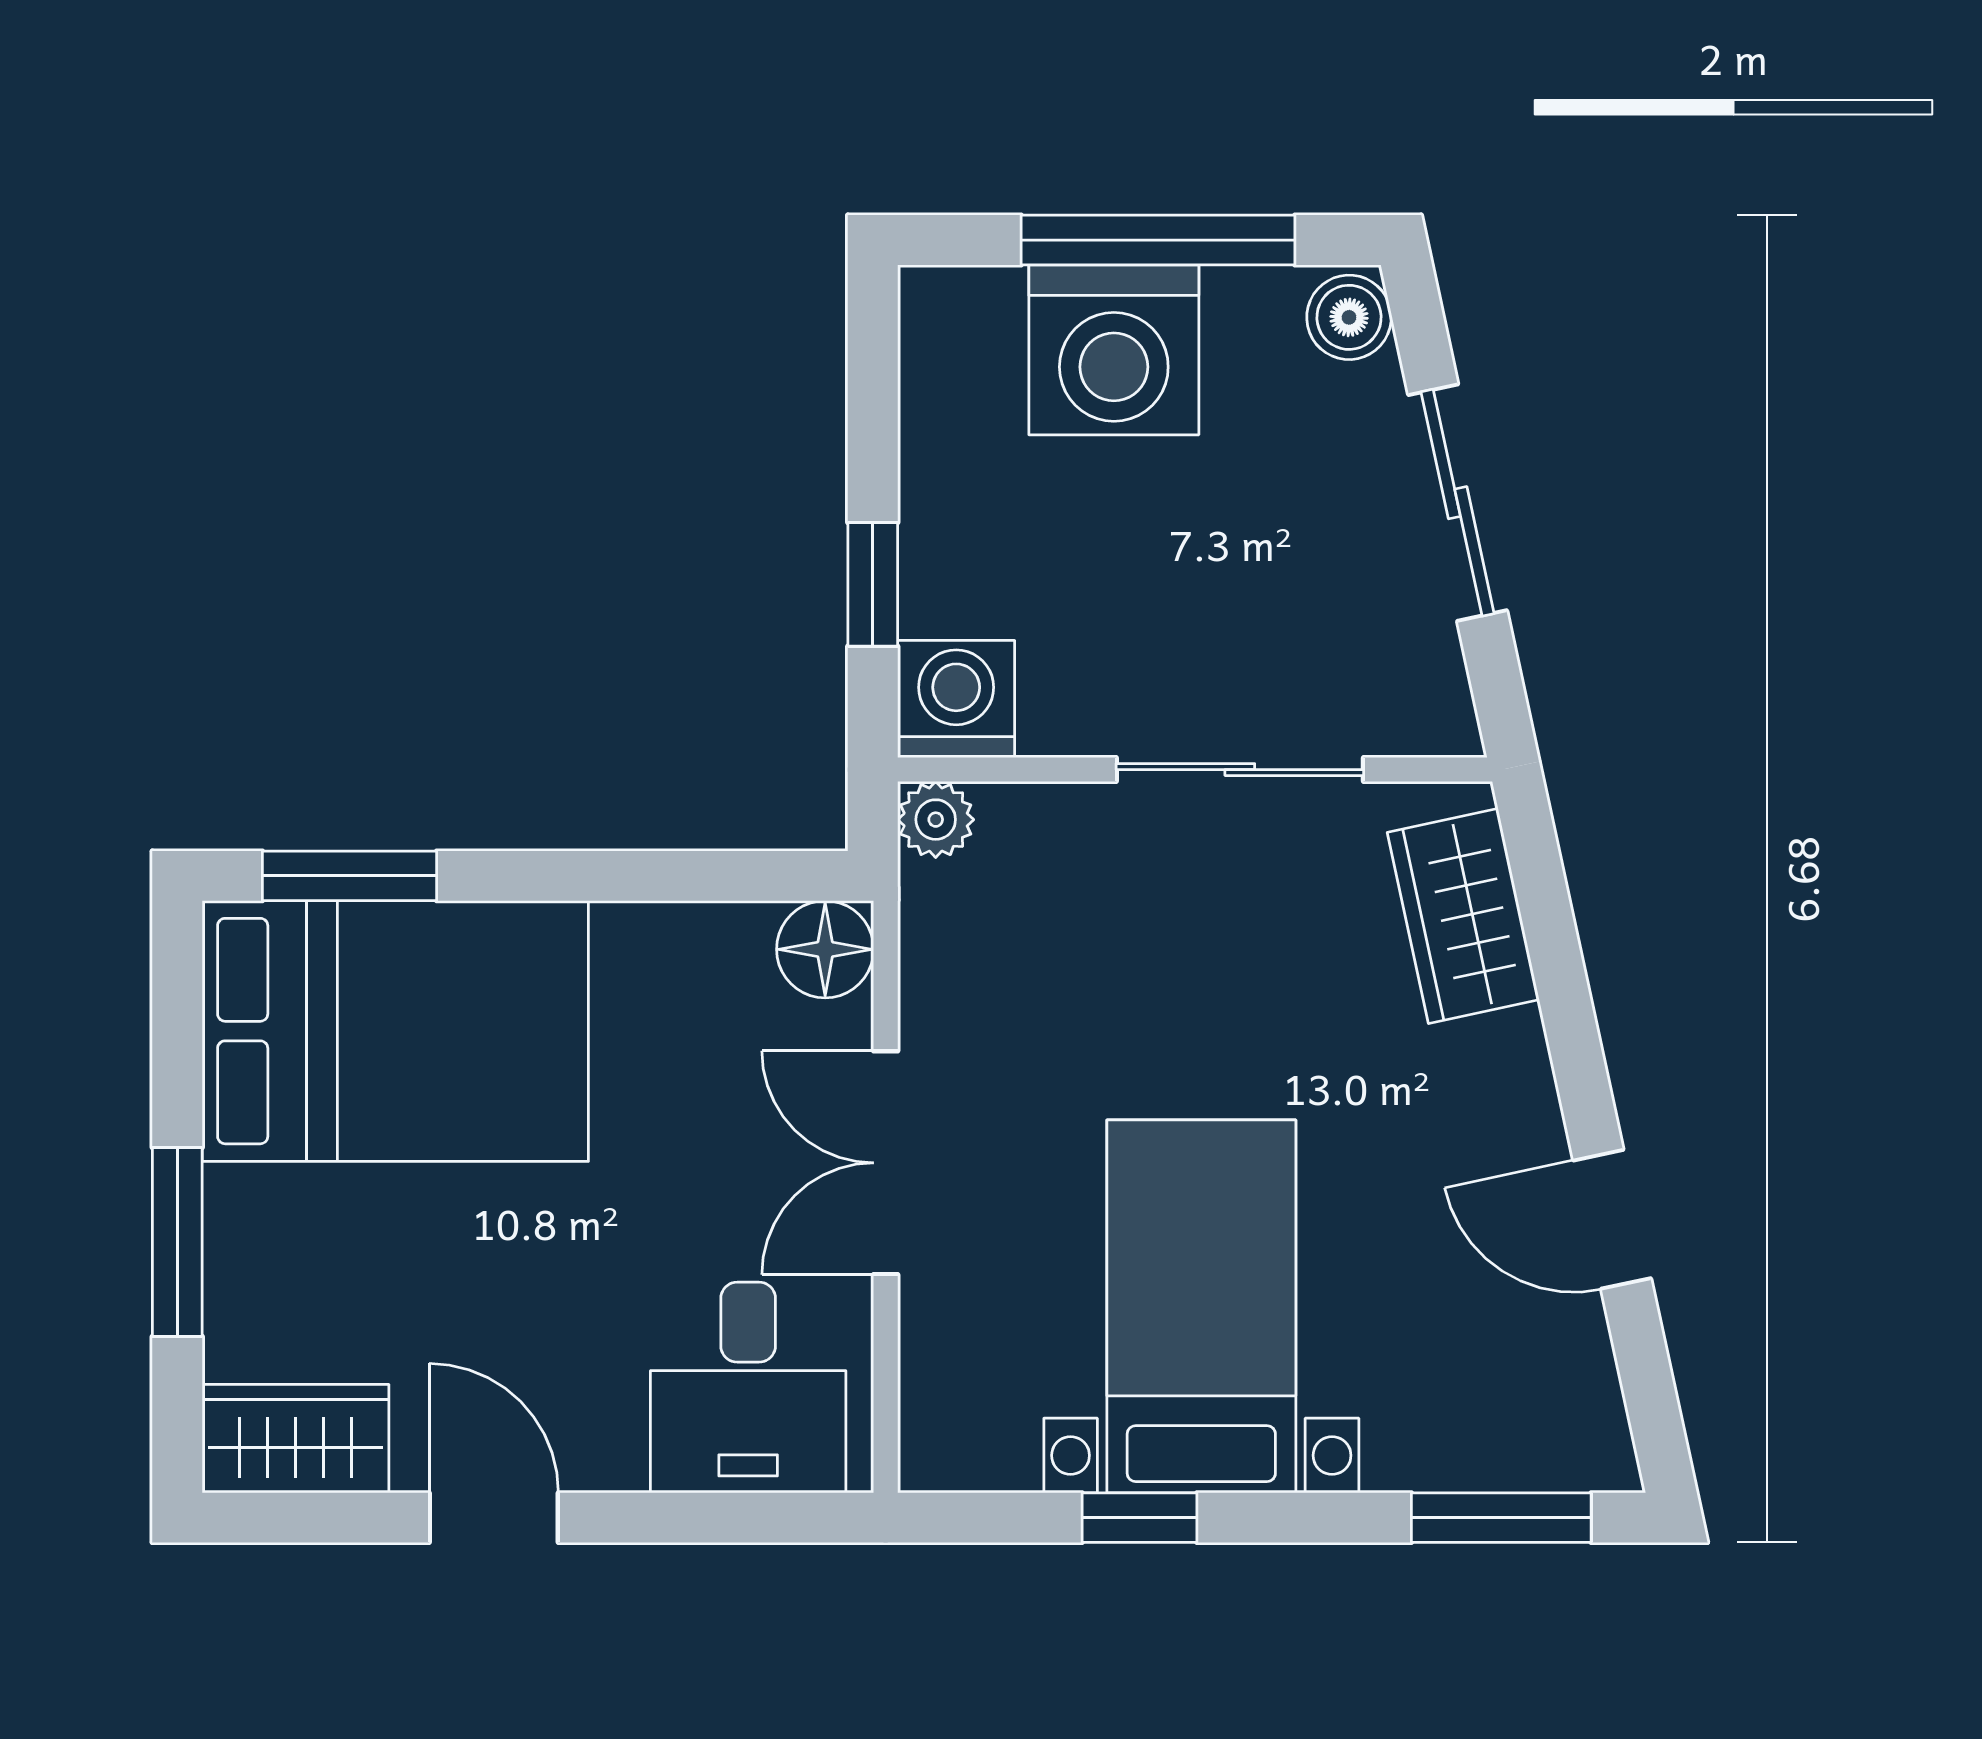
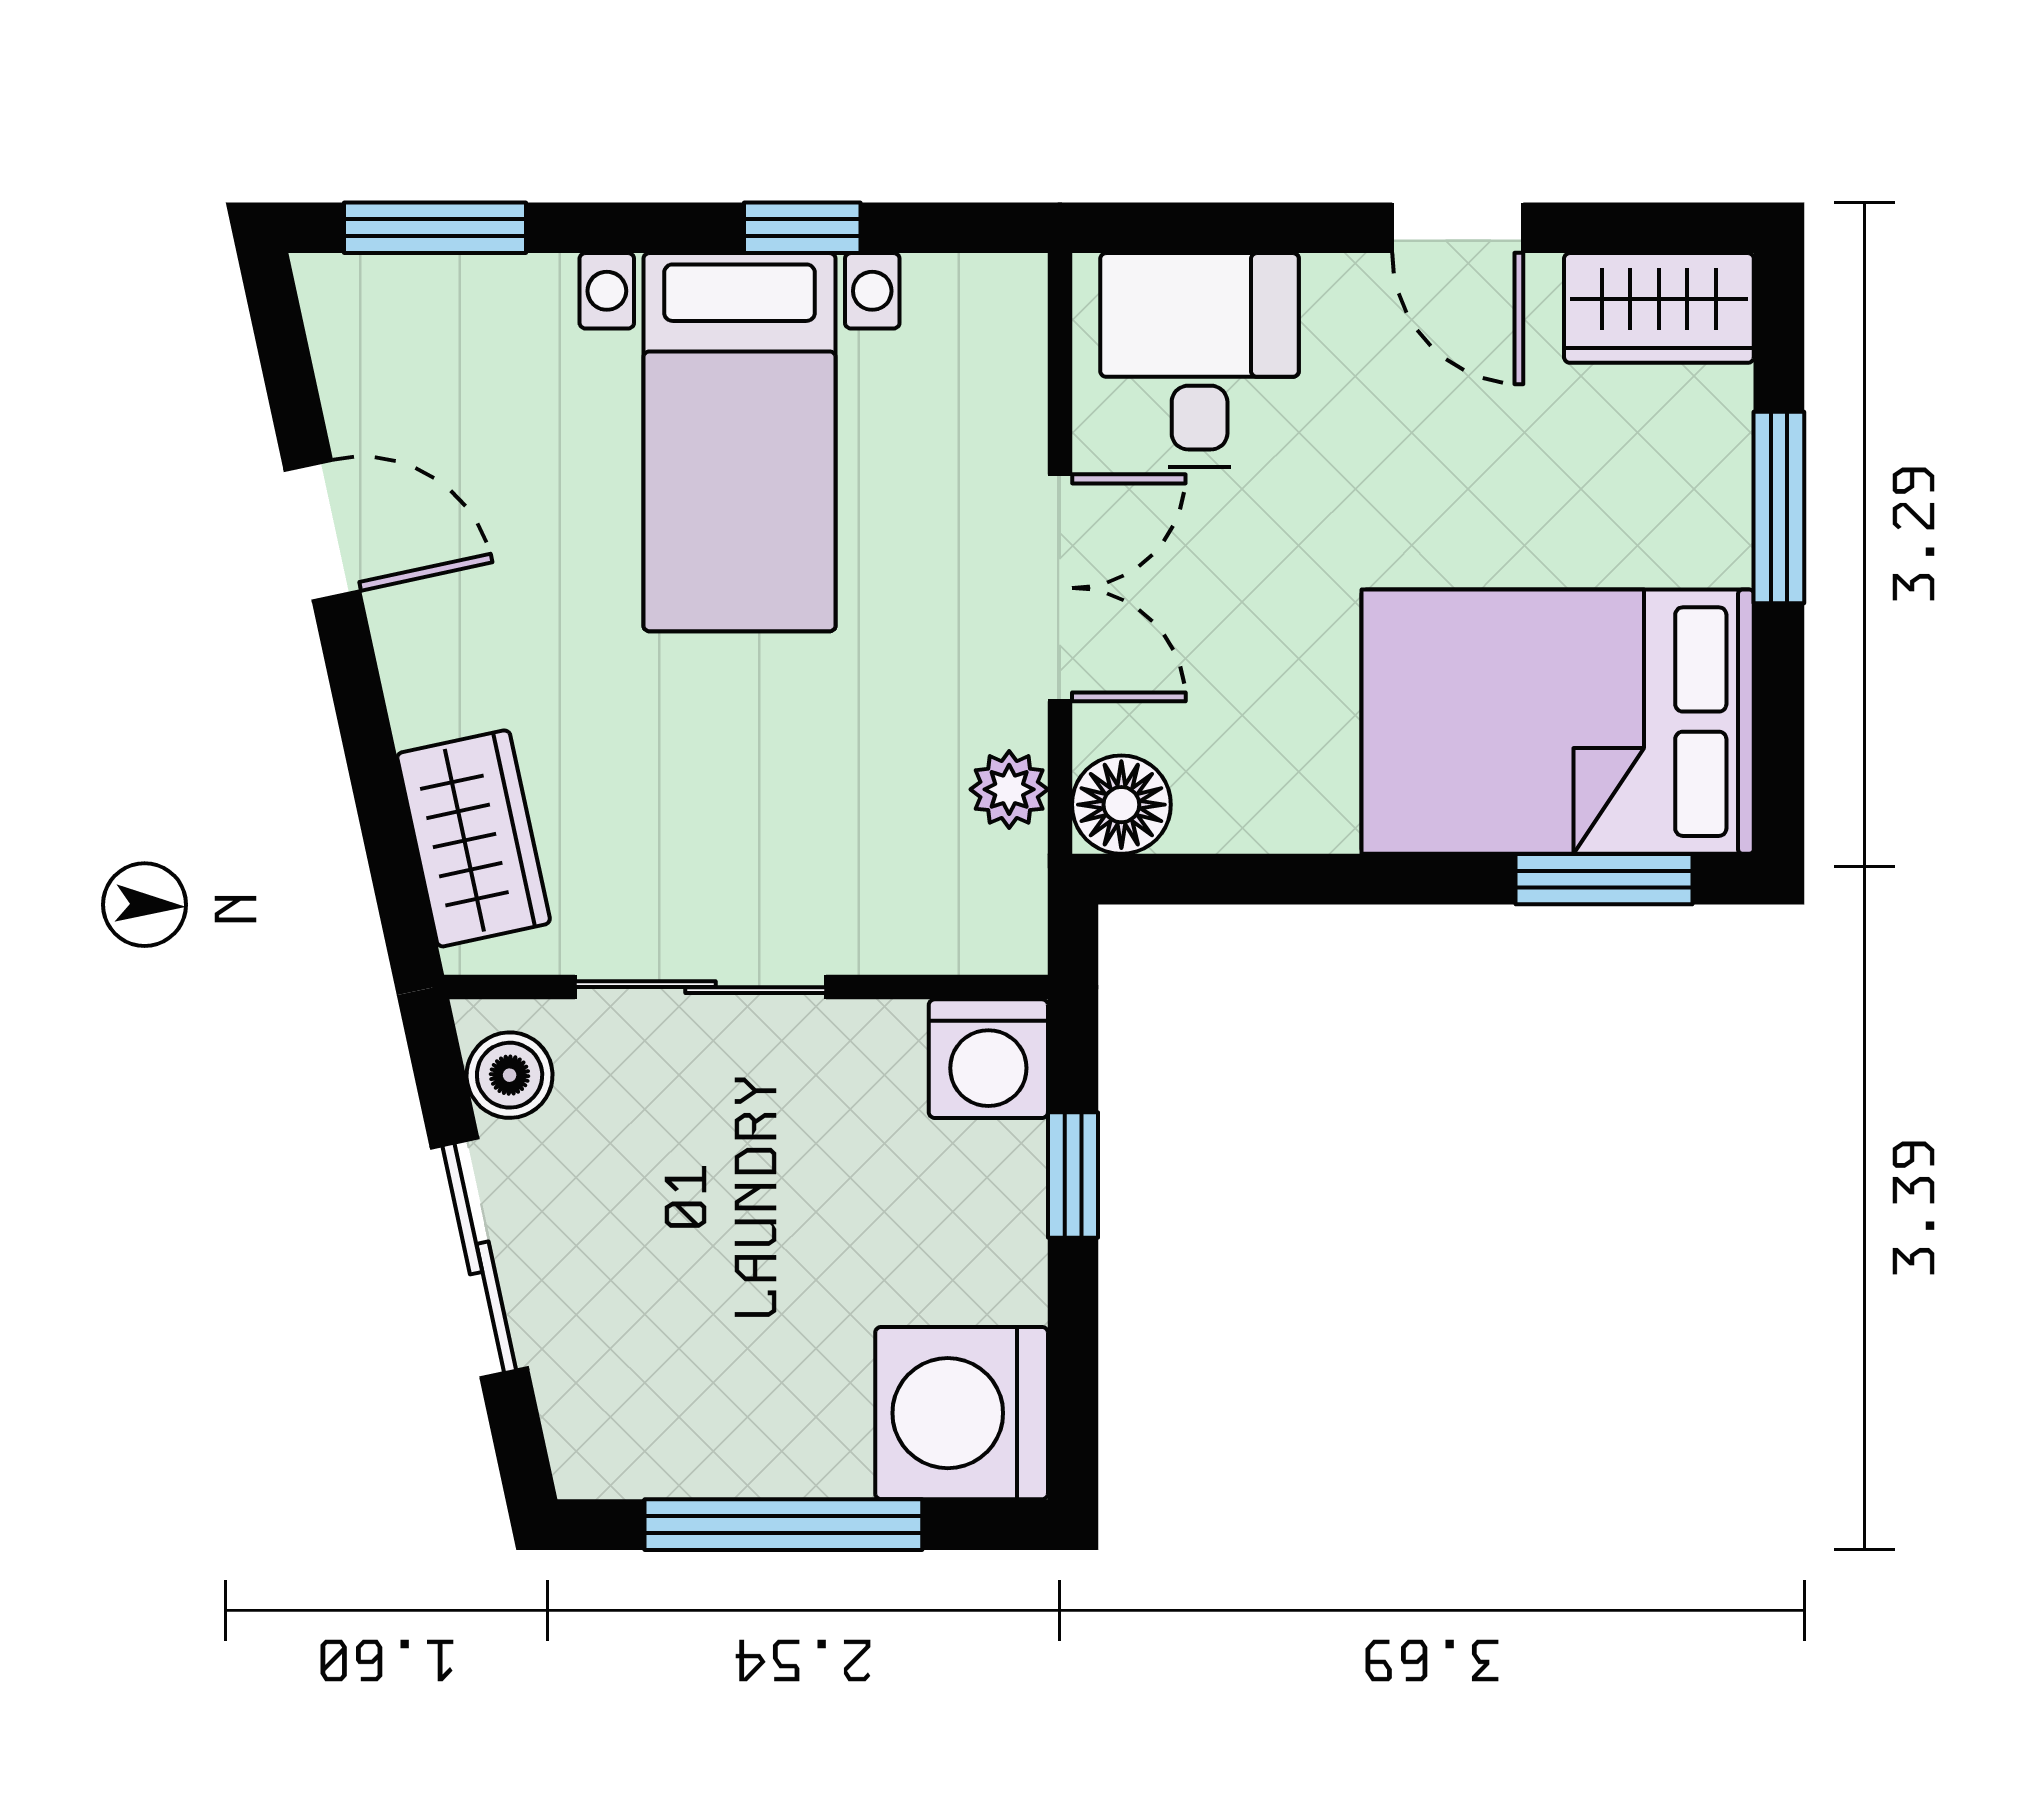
boiler: (1349, 317) -> (510, 1075), moved
washing machine: (1114, 350) -> (962, 1413), moved, turned -90
plant: (936, 820) -> (1009, 789), moved

